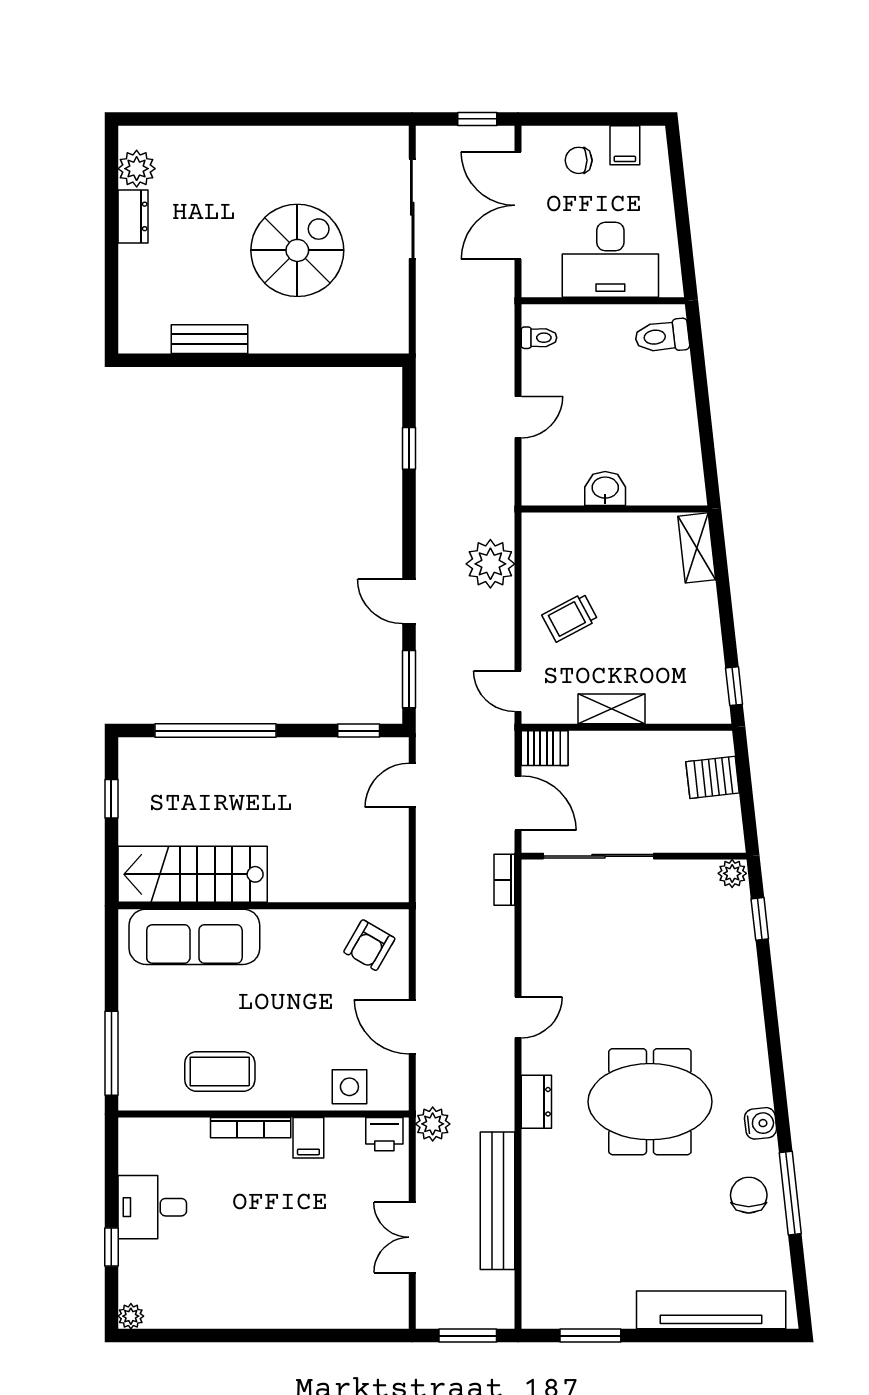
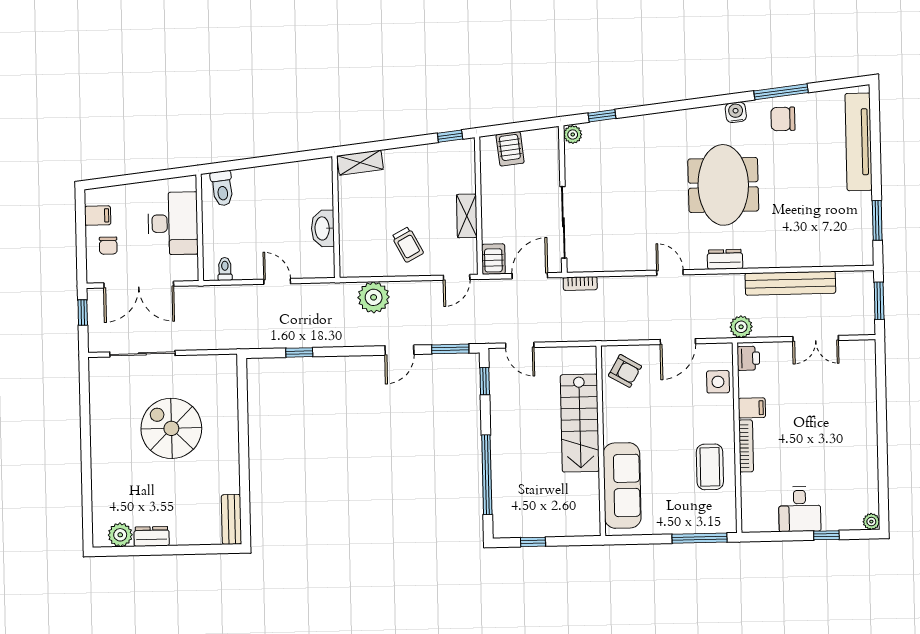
bench: (210, 339) -> (232, 519), moved
washbasin: (605, 489) -> (323, 228), width x1.38
stairs: (193, 874) -> (580, 423), moved

